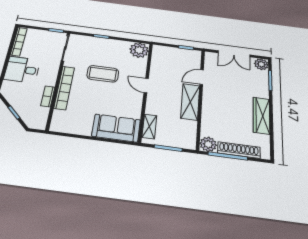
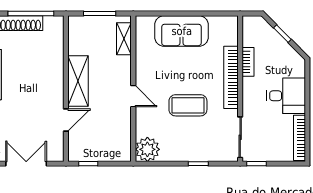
sofa: (116, 128) -> (182, 31), moved
plant: (208, 144) -> (54, 25), removed

